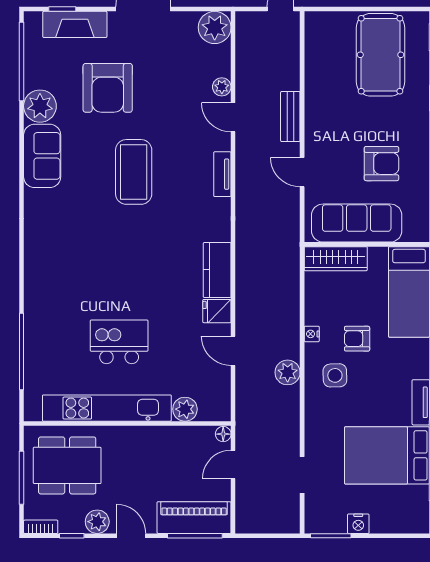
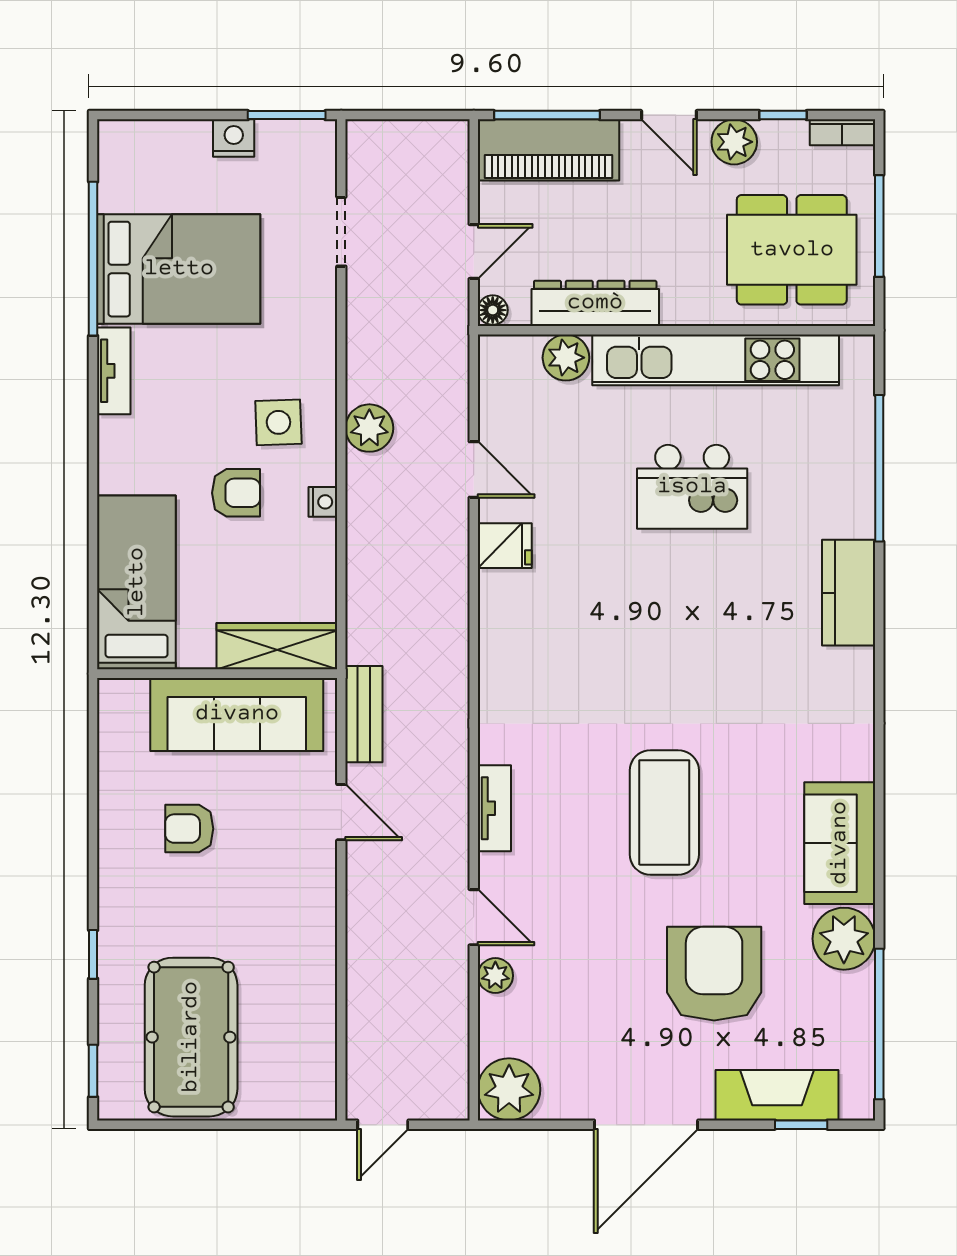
bench: (290, 117) -> (364, 714), moved
armchair: (381, 164) -> (189, 829), width x0.72, depth x0.72
kitchen counter: (217, 270) -> (849, 593), moved, turned 180
dresser: (170, 437) -> (595, 303), added

